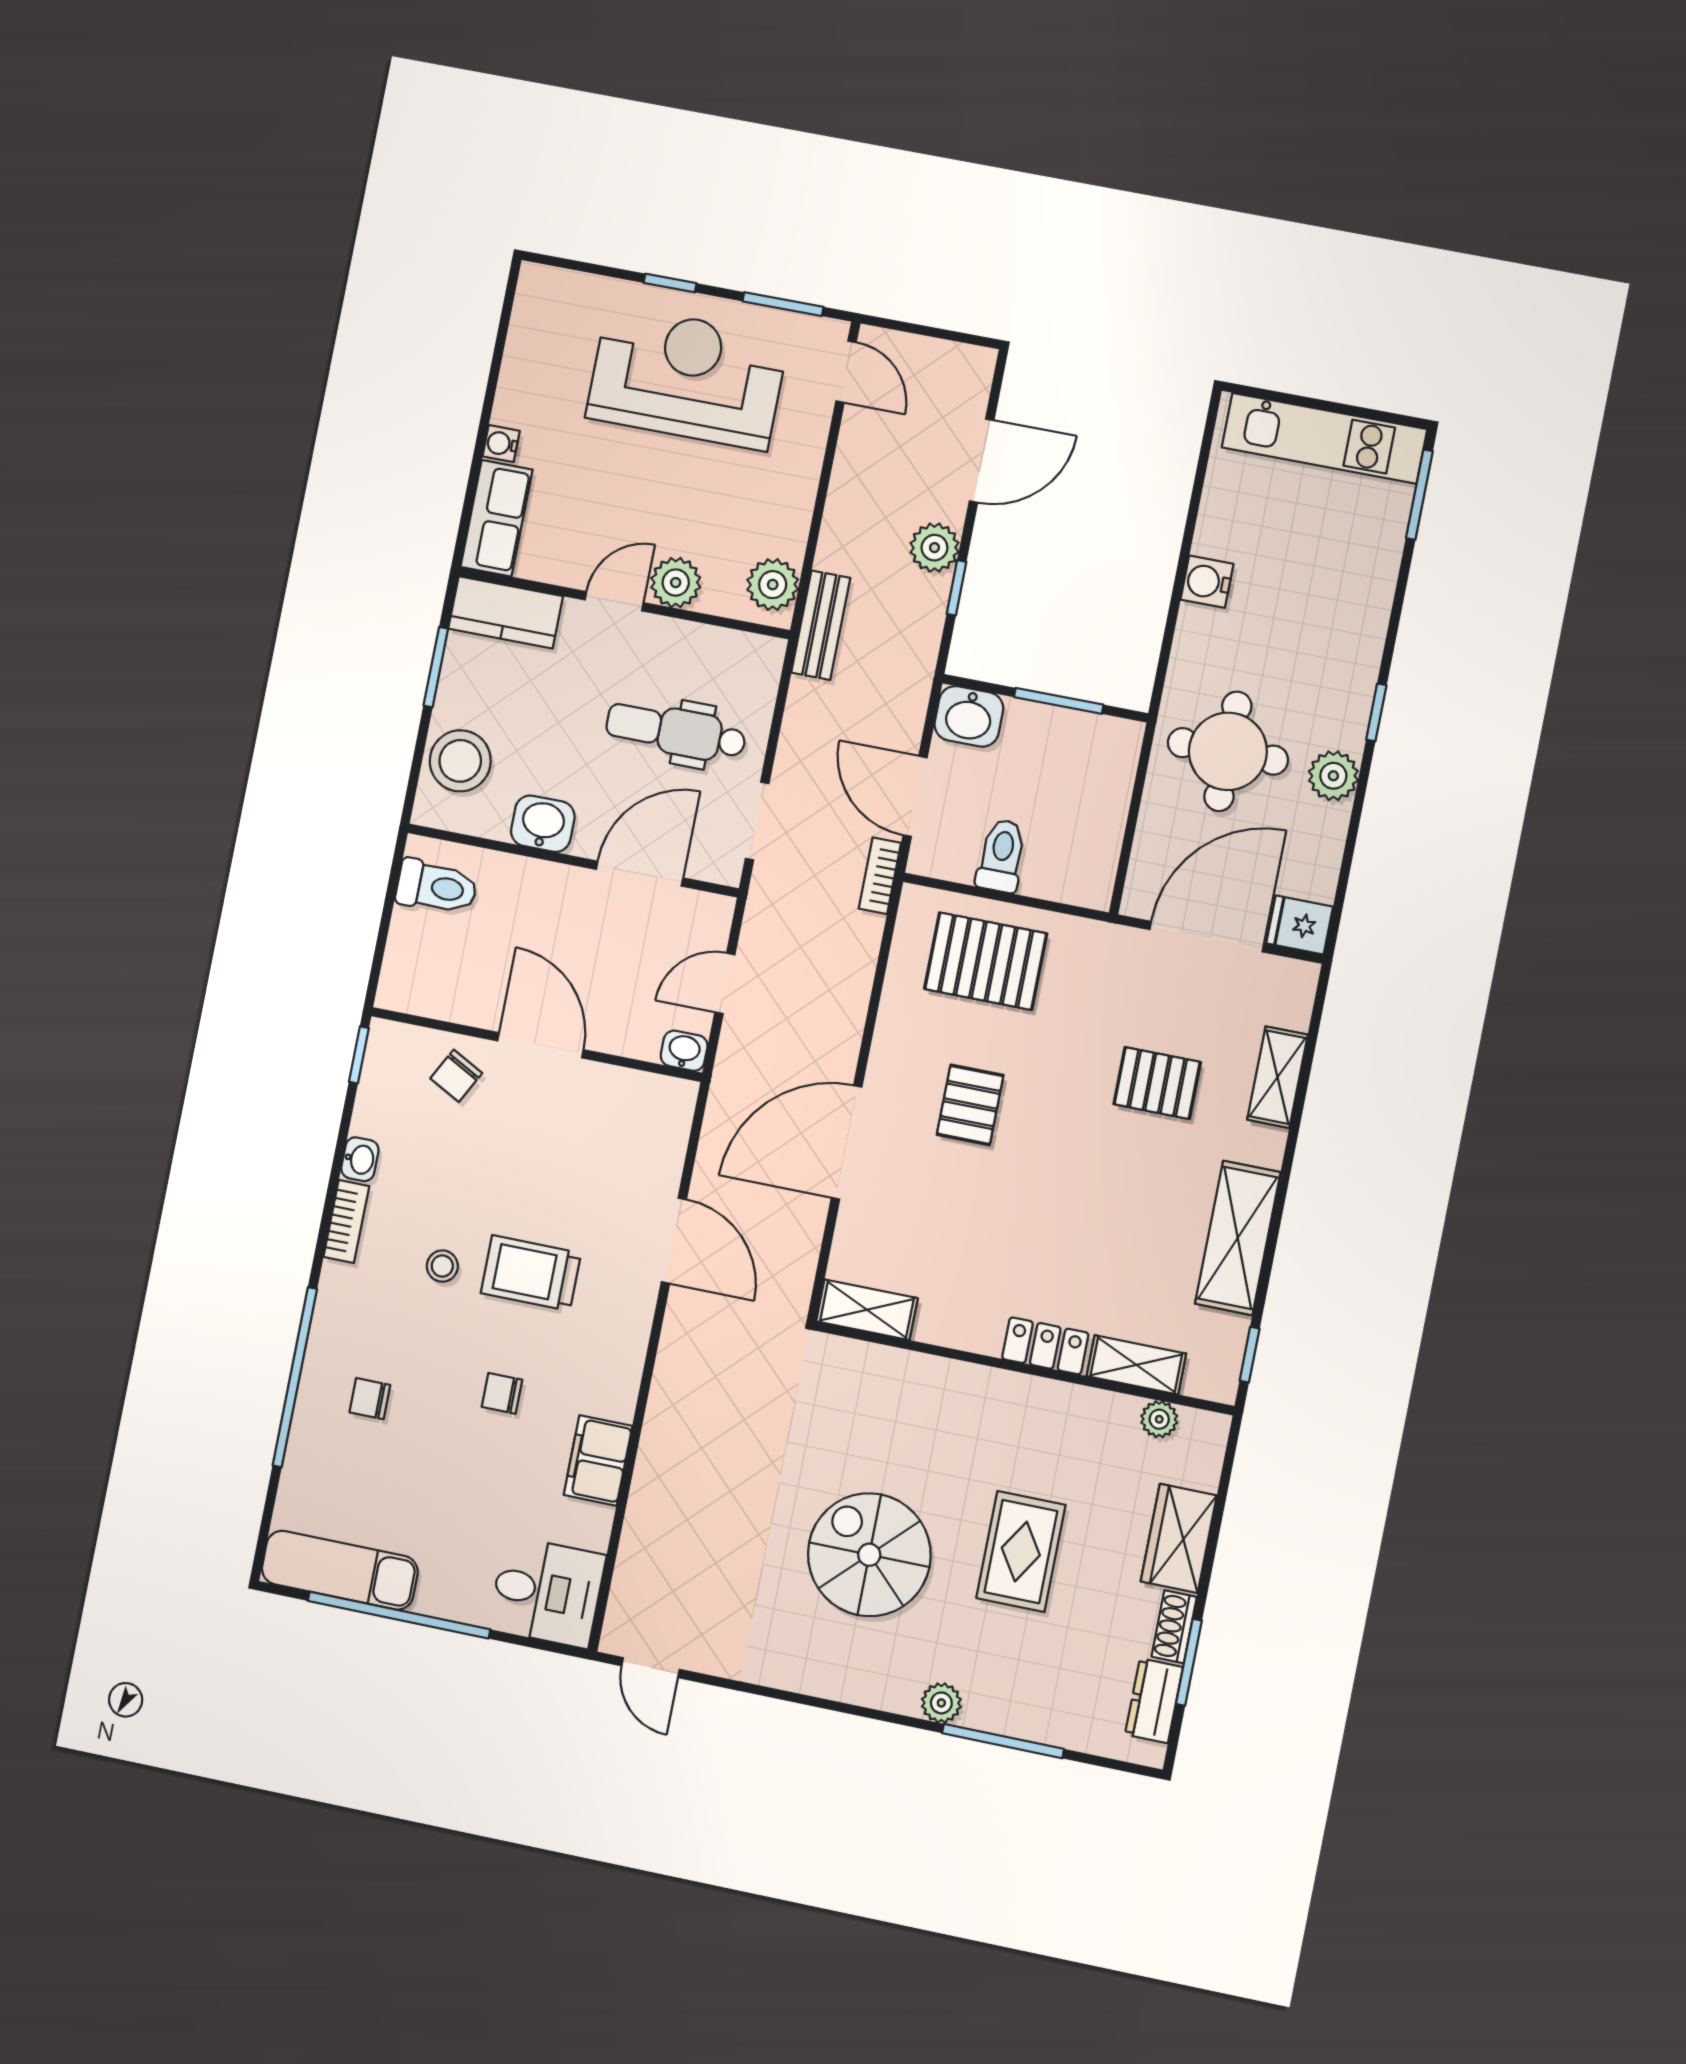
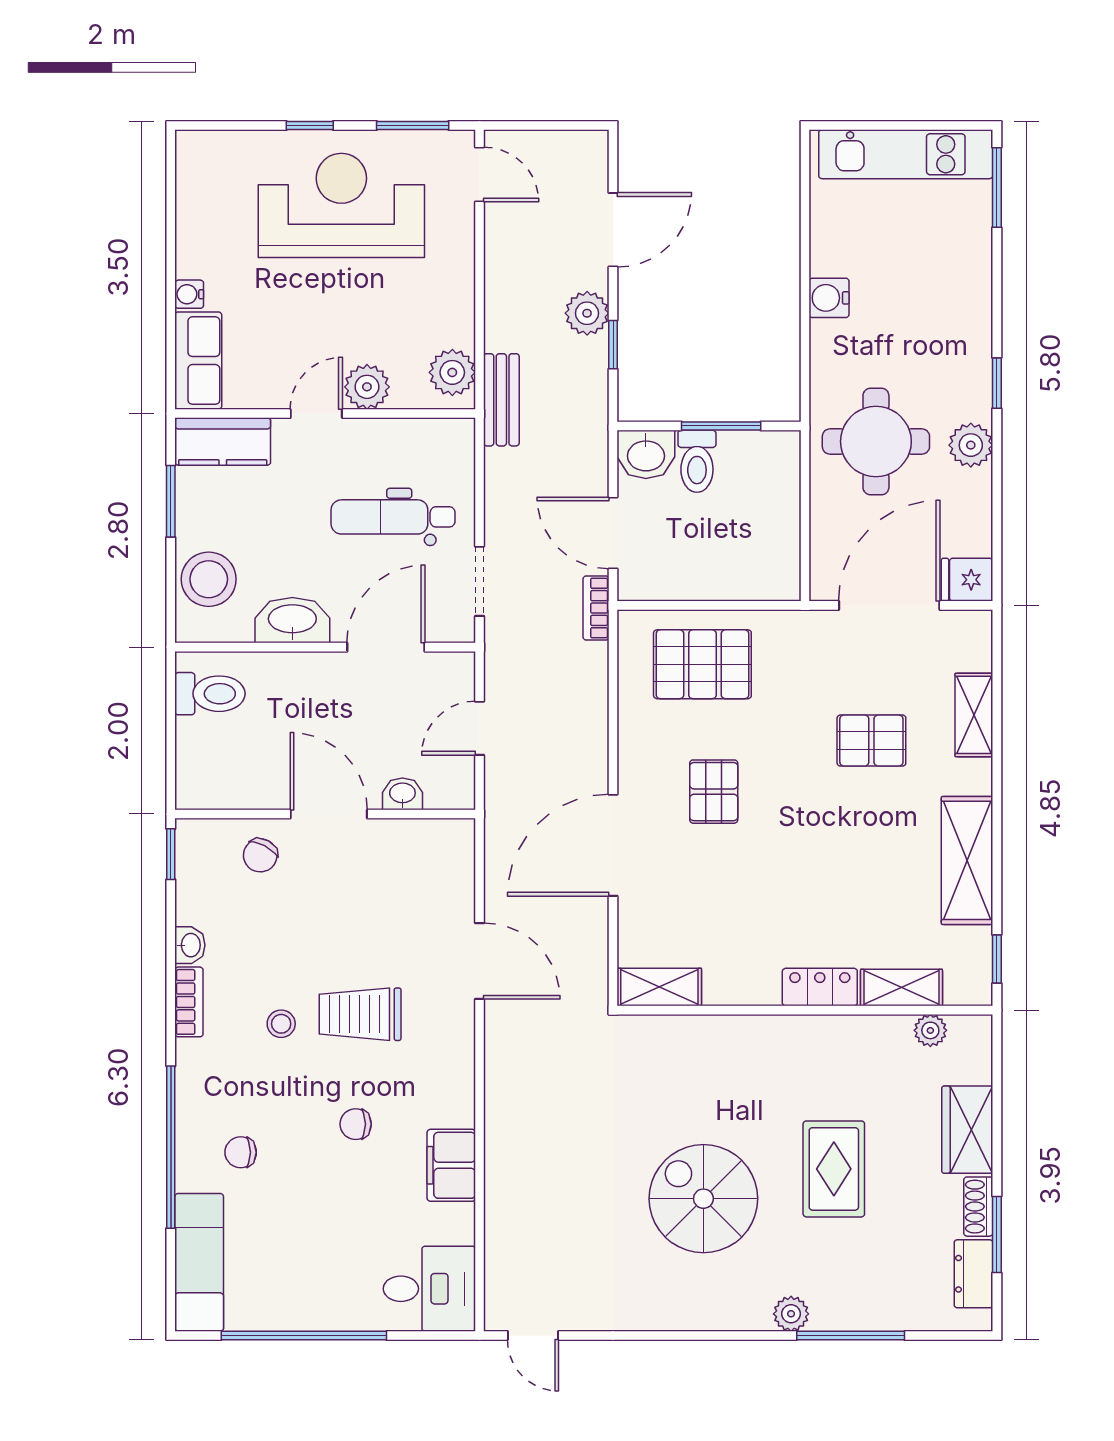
washbasin: (543, 824) -> (292, 620), width x1.38
toilet: (1001, 856) -> (697, 461), moved, turned 180
washbasin: (684, 1051) -> (402, 794), moved
exam couch: (340, 1570) -> (199, 1262), moved, turned 90

